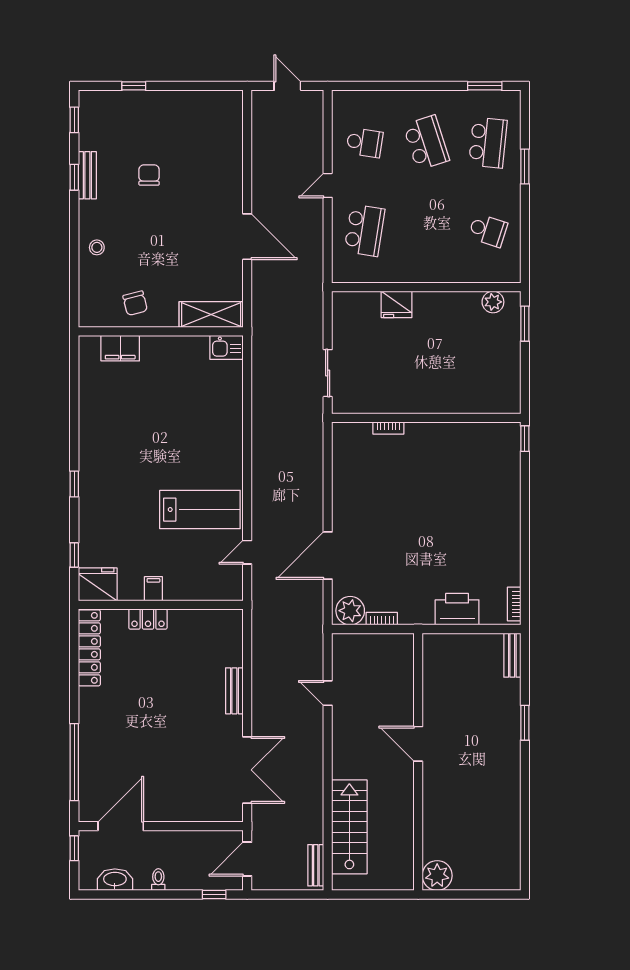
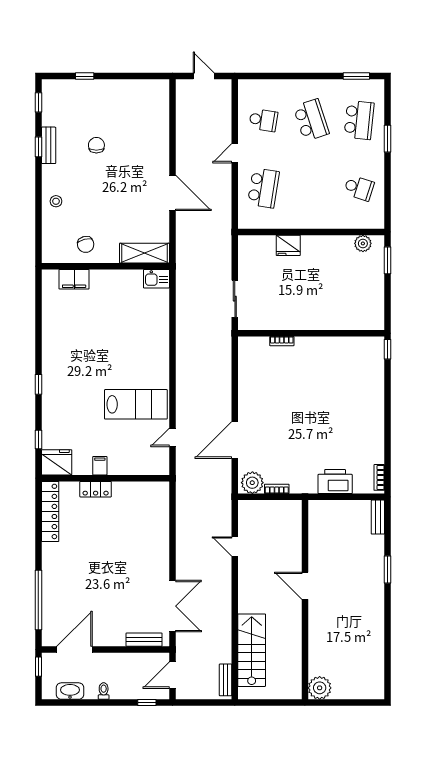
bench: (234, 691) -> (144, 640), moved, turned 90

